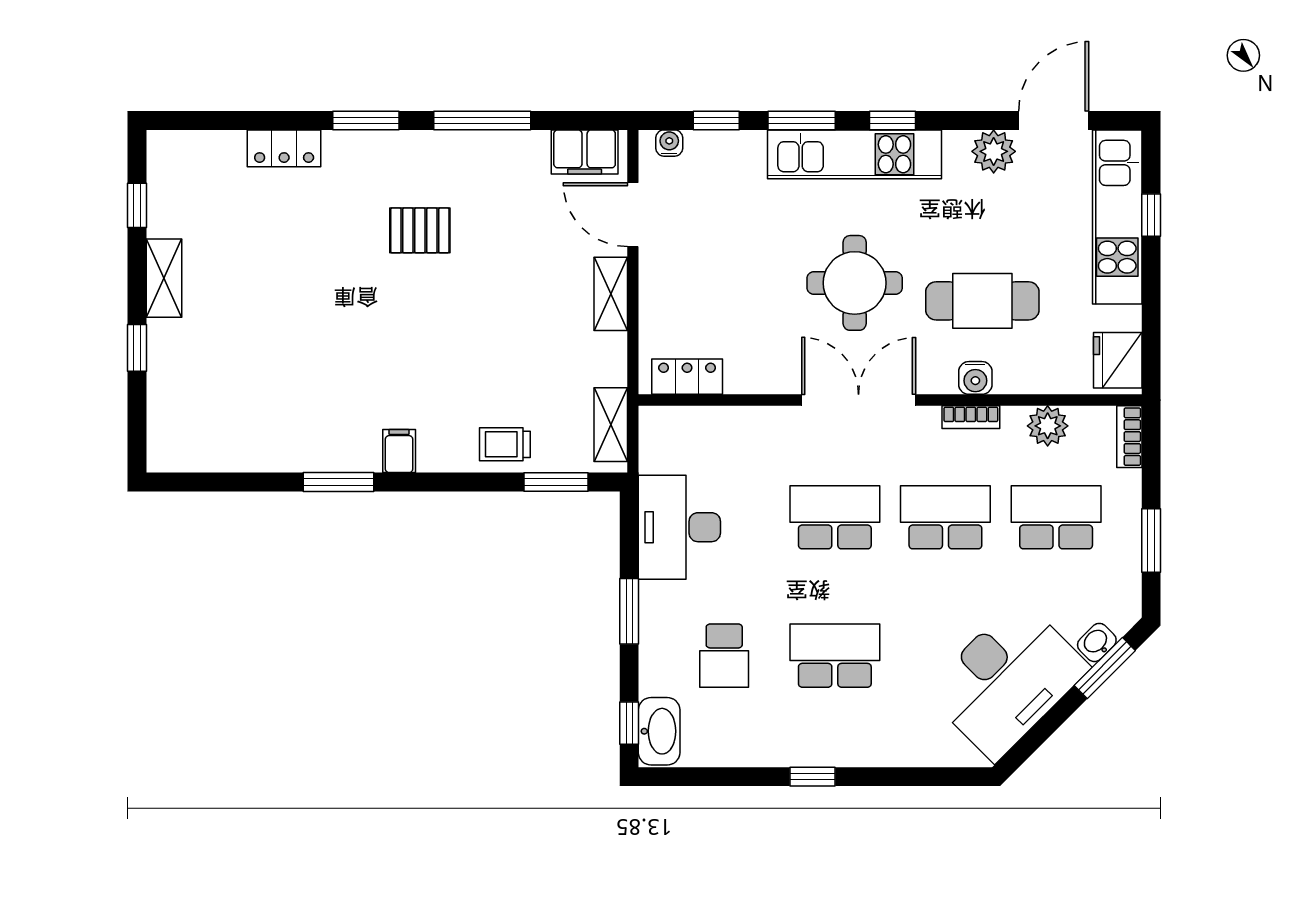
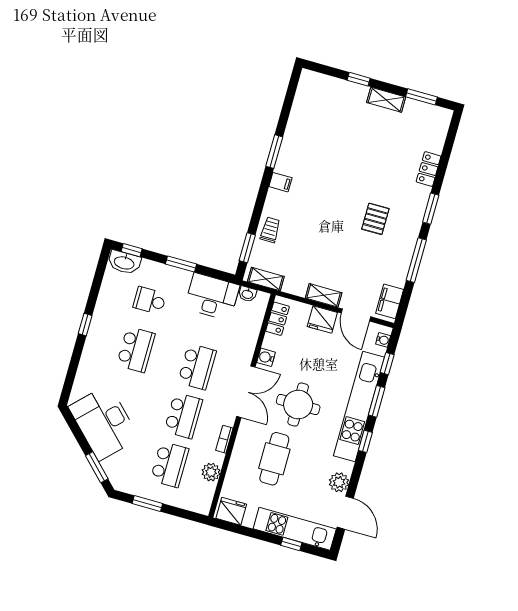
kitchen unit: (854, 154) -> (359, 406), width x1.36
window: (137, 205) -> (422, 97), width x1.50
door: (633, 215) -> (356, 315), swing flipped
fridge: (662, 282) -> (322, 320), added
water cooler: (975, 378) -> (266, 357), moved
bookcase: (1129, 437) -> (196, 507), removed
washbasin: (1097, 642) -> (247, 294), moved, turned 135

